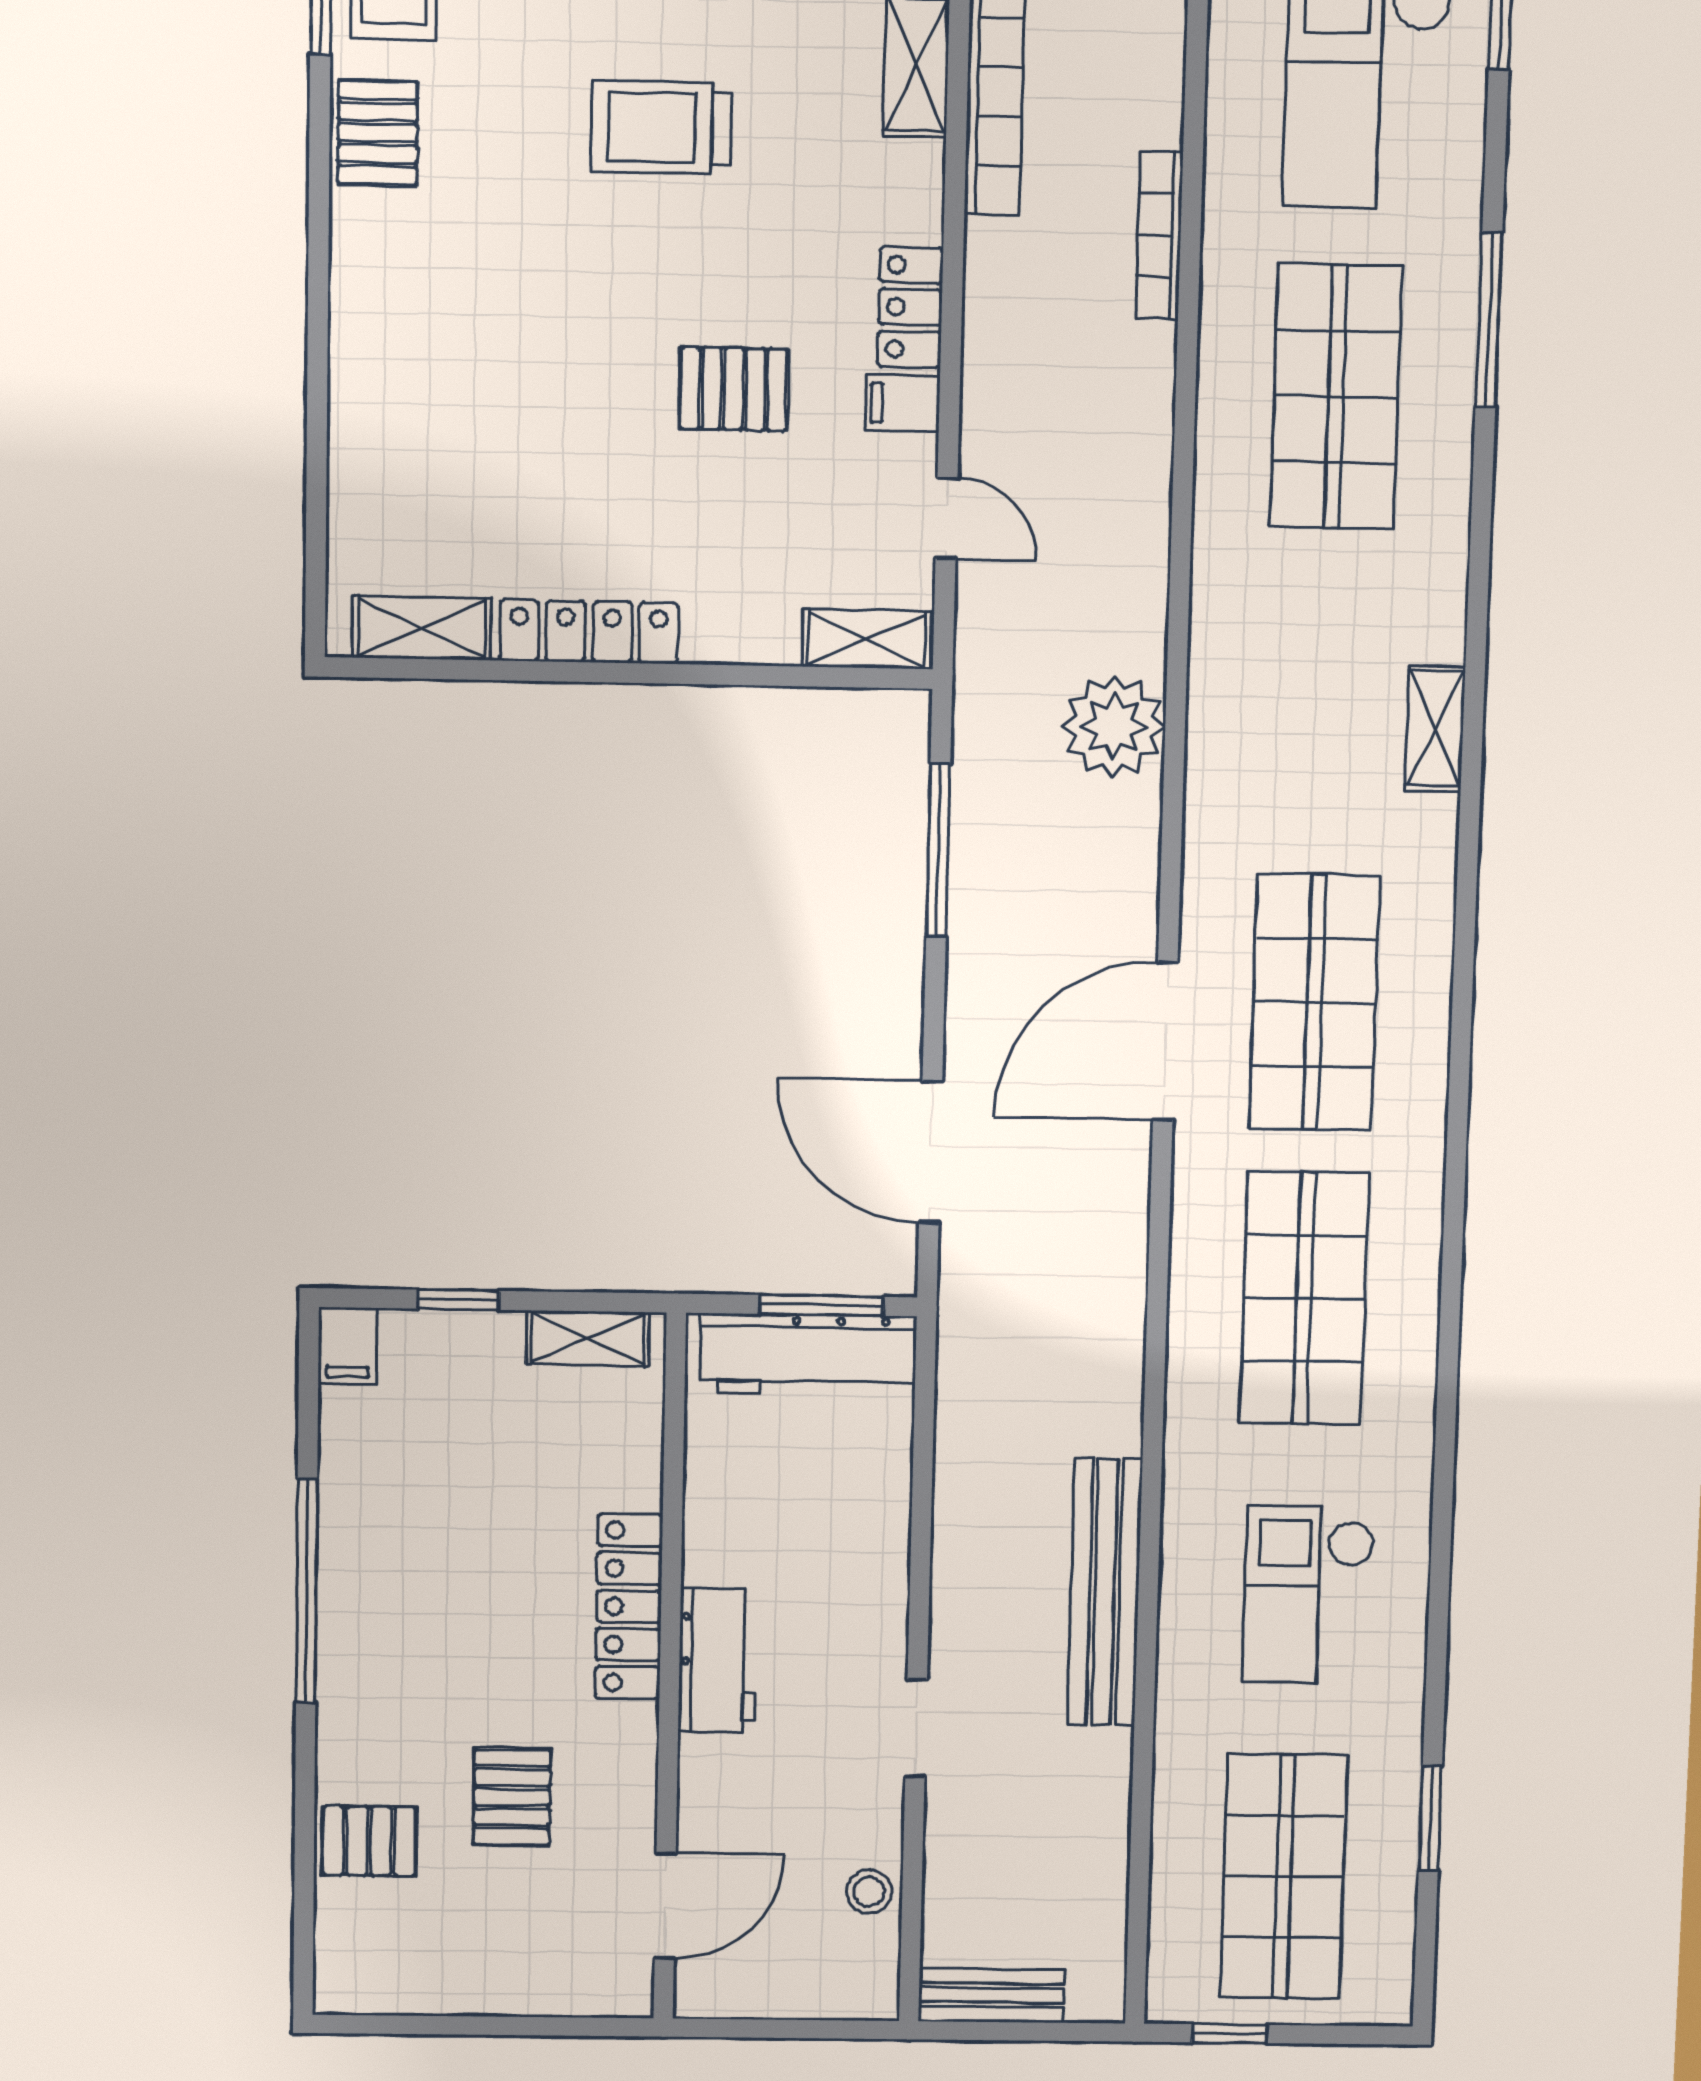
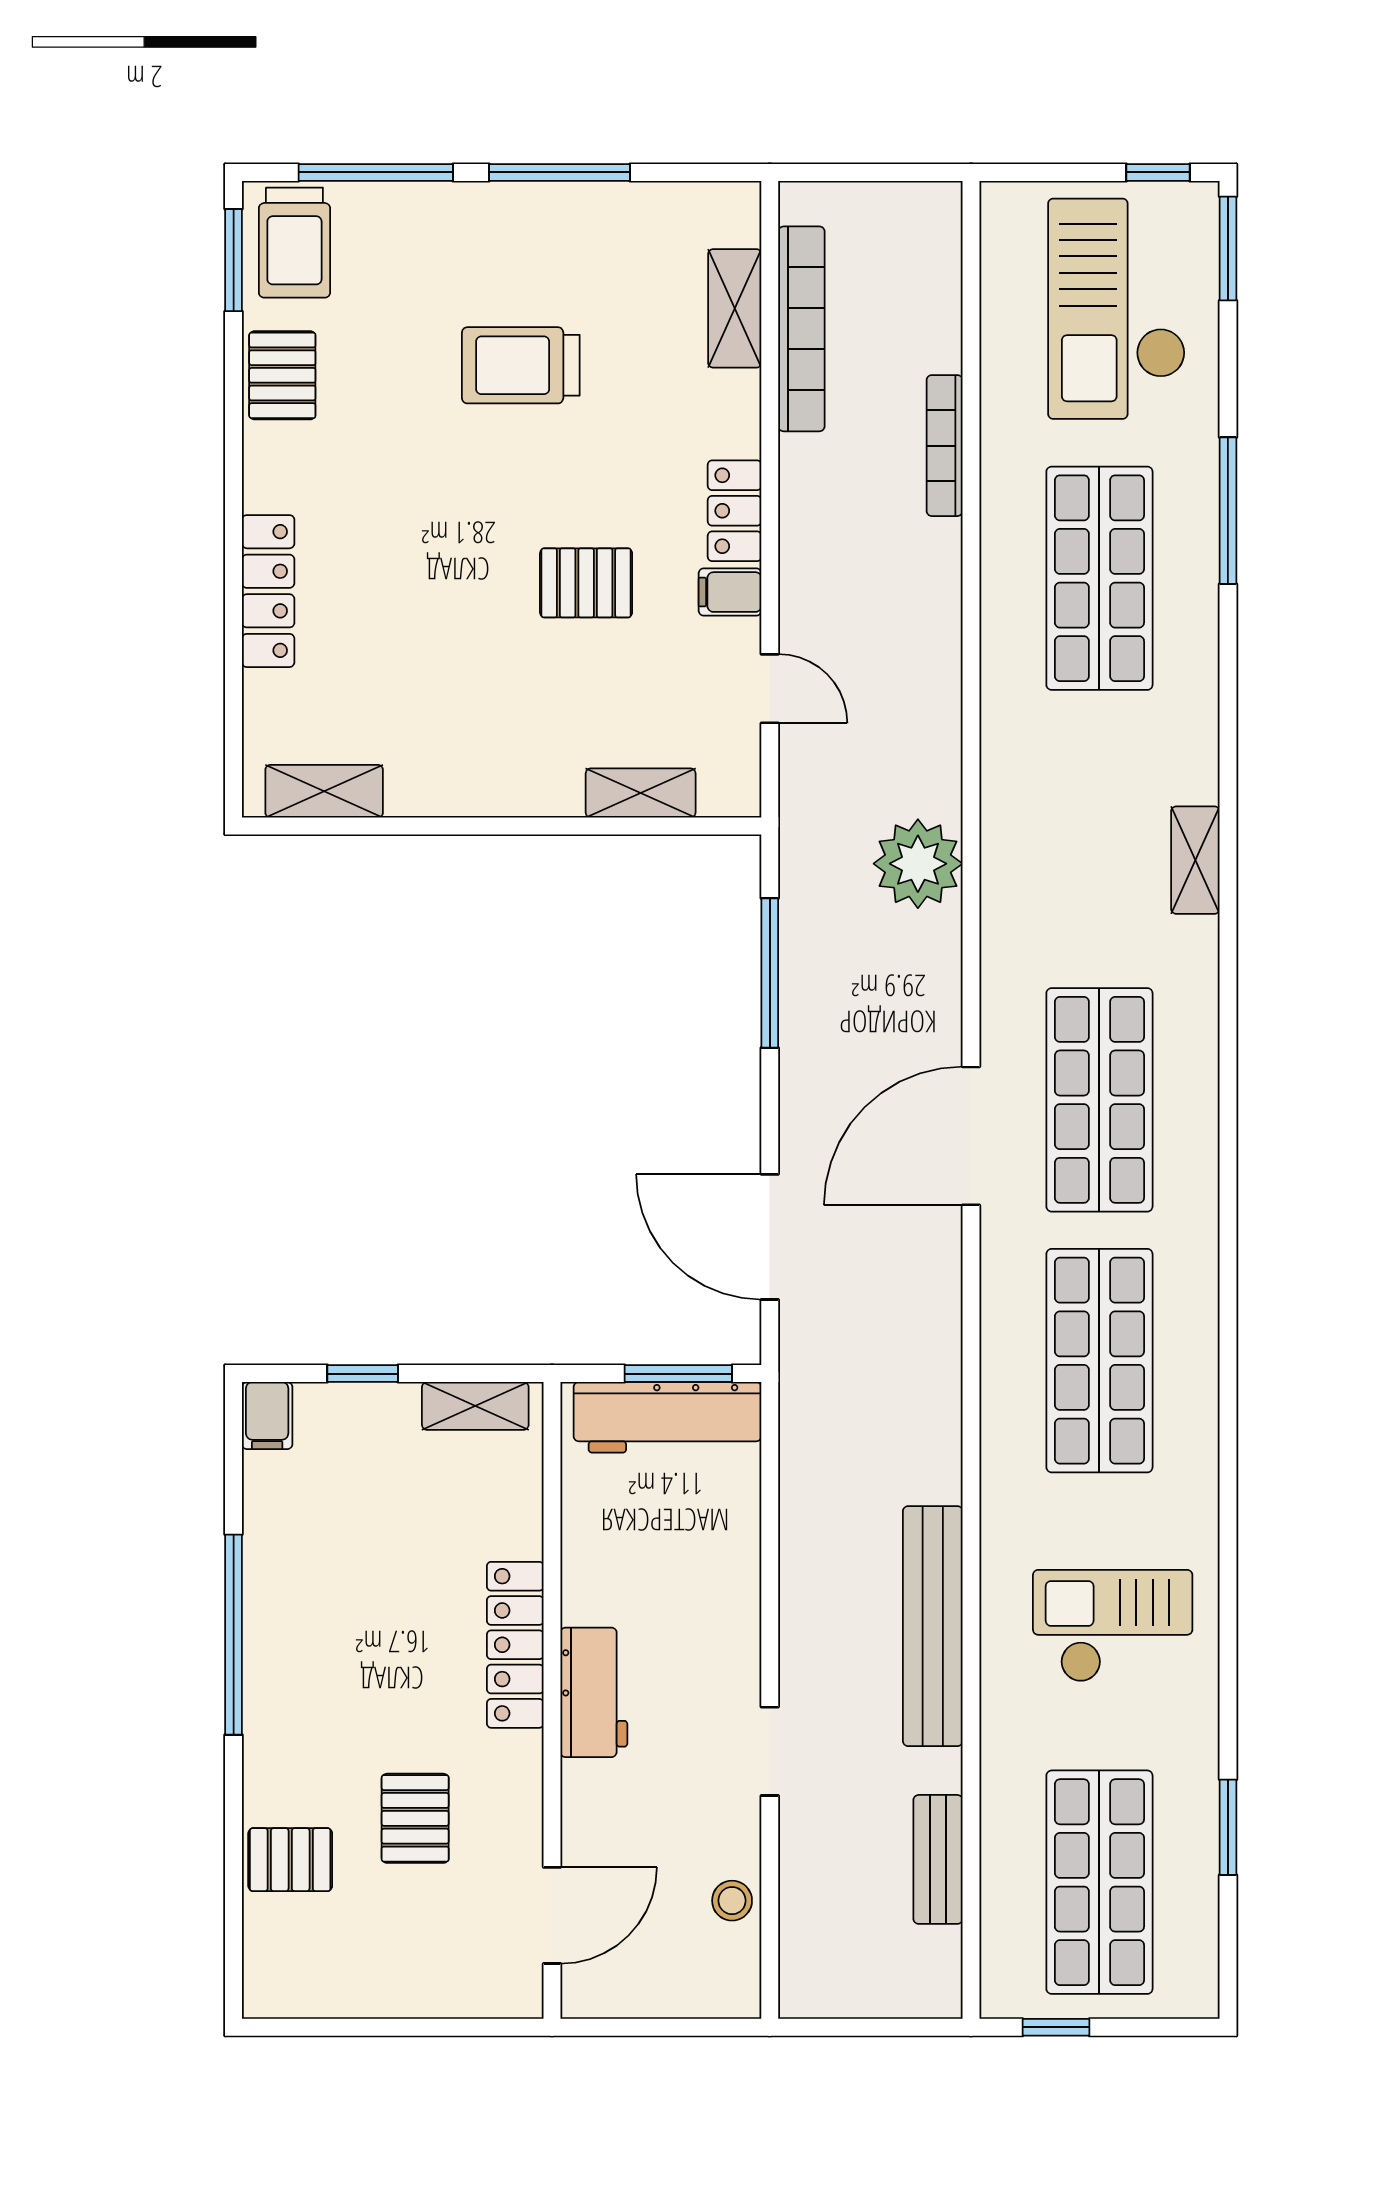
locker: (589, 632) -> (268, 591), moved, turned 90
shelving: (867, 639) -> (641, 793), moved
checkout: (1309, 1595) -> (1113, 1626), turned 90
bench: (991, 1995) -> (938, 1859), moved, turned 90

